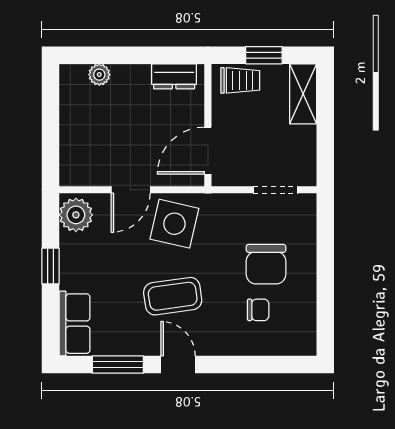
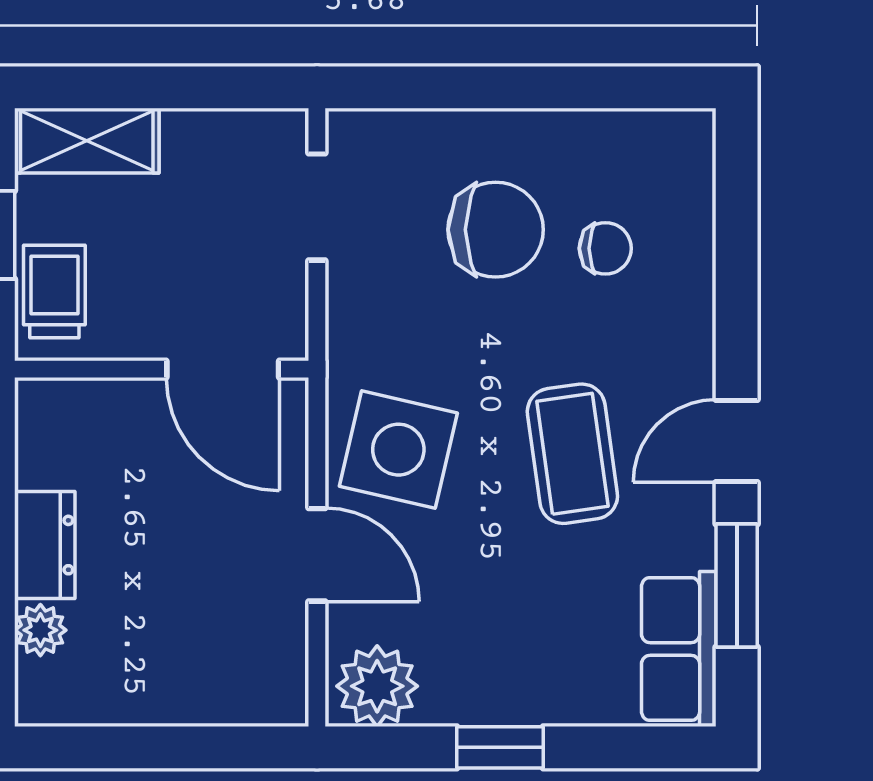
dresser: (174, 76) -> (45, 545), moved
chair: (258, 310) -> (605, 248), turned 90
row of seats: (75, 324) -> (679, 649), moved, turned -90

